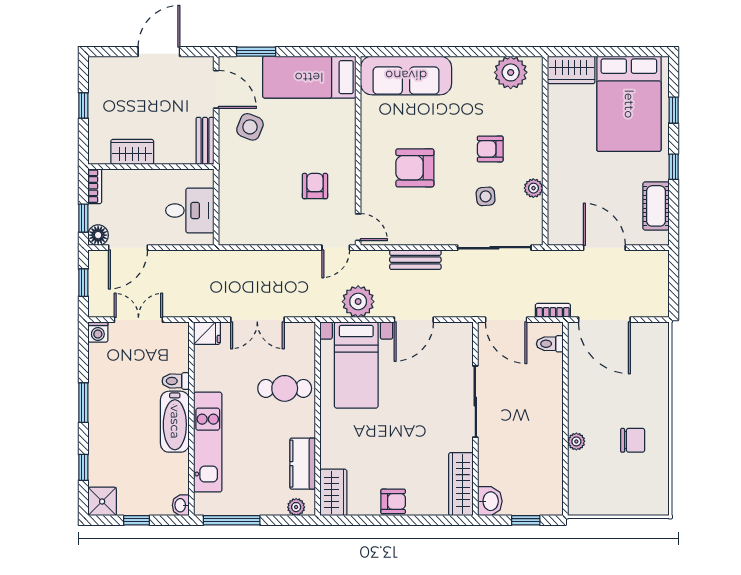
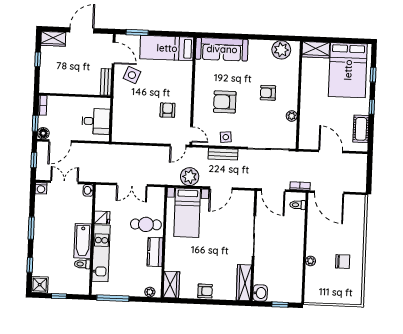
wardrobe: (132, 152) -> (53, 39), moved, turned 180
side table: (486, 196) -> (226, 137), moved
fridge: (207, 333) -> (102, 218), moved
toilet: (176, 381) -> (82, 264), moved
kitchen counter: (303, 464) -> (155, 252), moved
washbasin: (181, 505) -> (88, 190), moved

